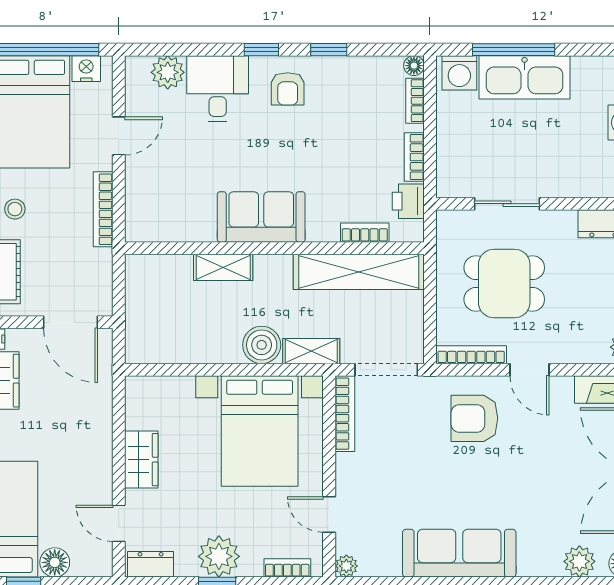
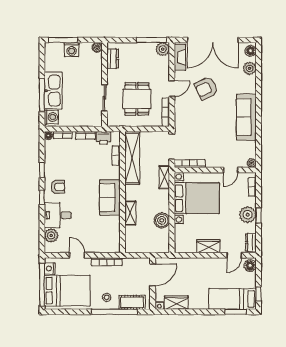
boiler: (262, 345) -> (162, 220), moved
armchair: (474, 418) -> (206, 88), moved, turned 65
floor lamp: (55, 562) -> (250, 266), moved

